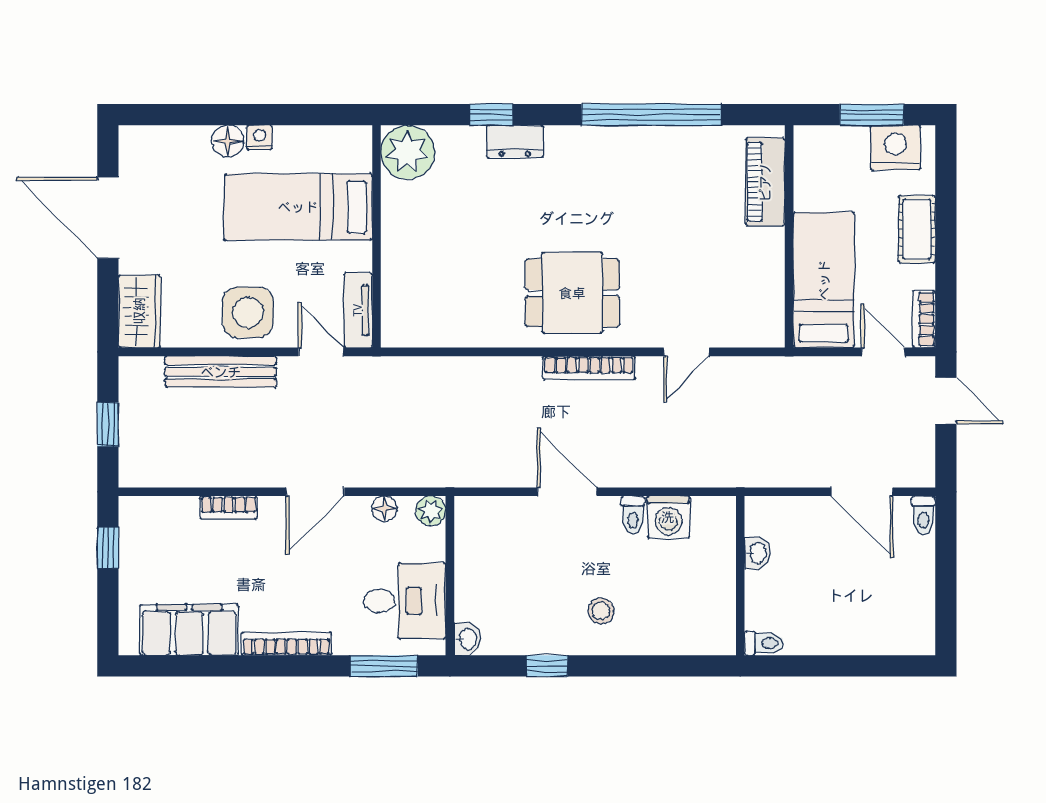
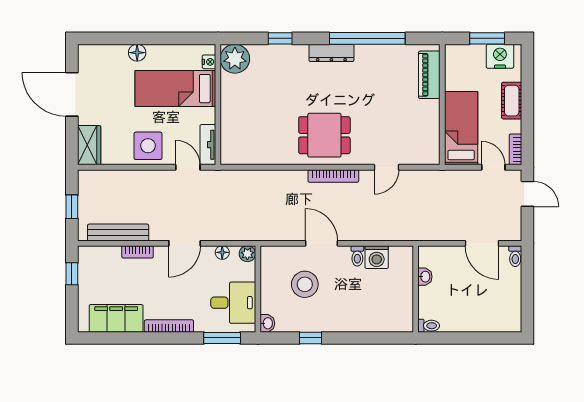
nightstand: (259, 137) -> (209, 62), moved, turned 90
dresser: (515, 141) -> (331, 53), moved, width x1.44
bench: (221, 372) -> (118, 232), moved
stool: (601, 611) -> (305, 284), moved, width x1.89, depth x1.89

